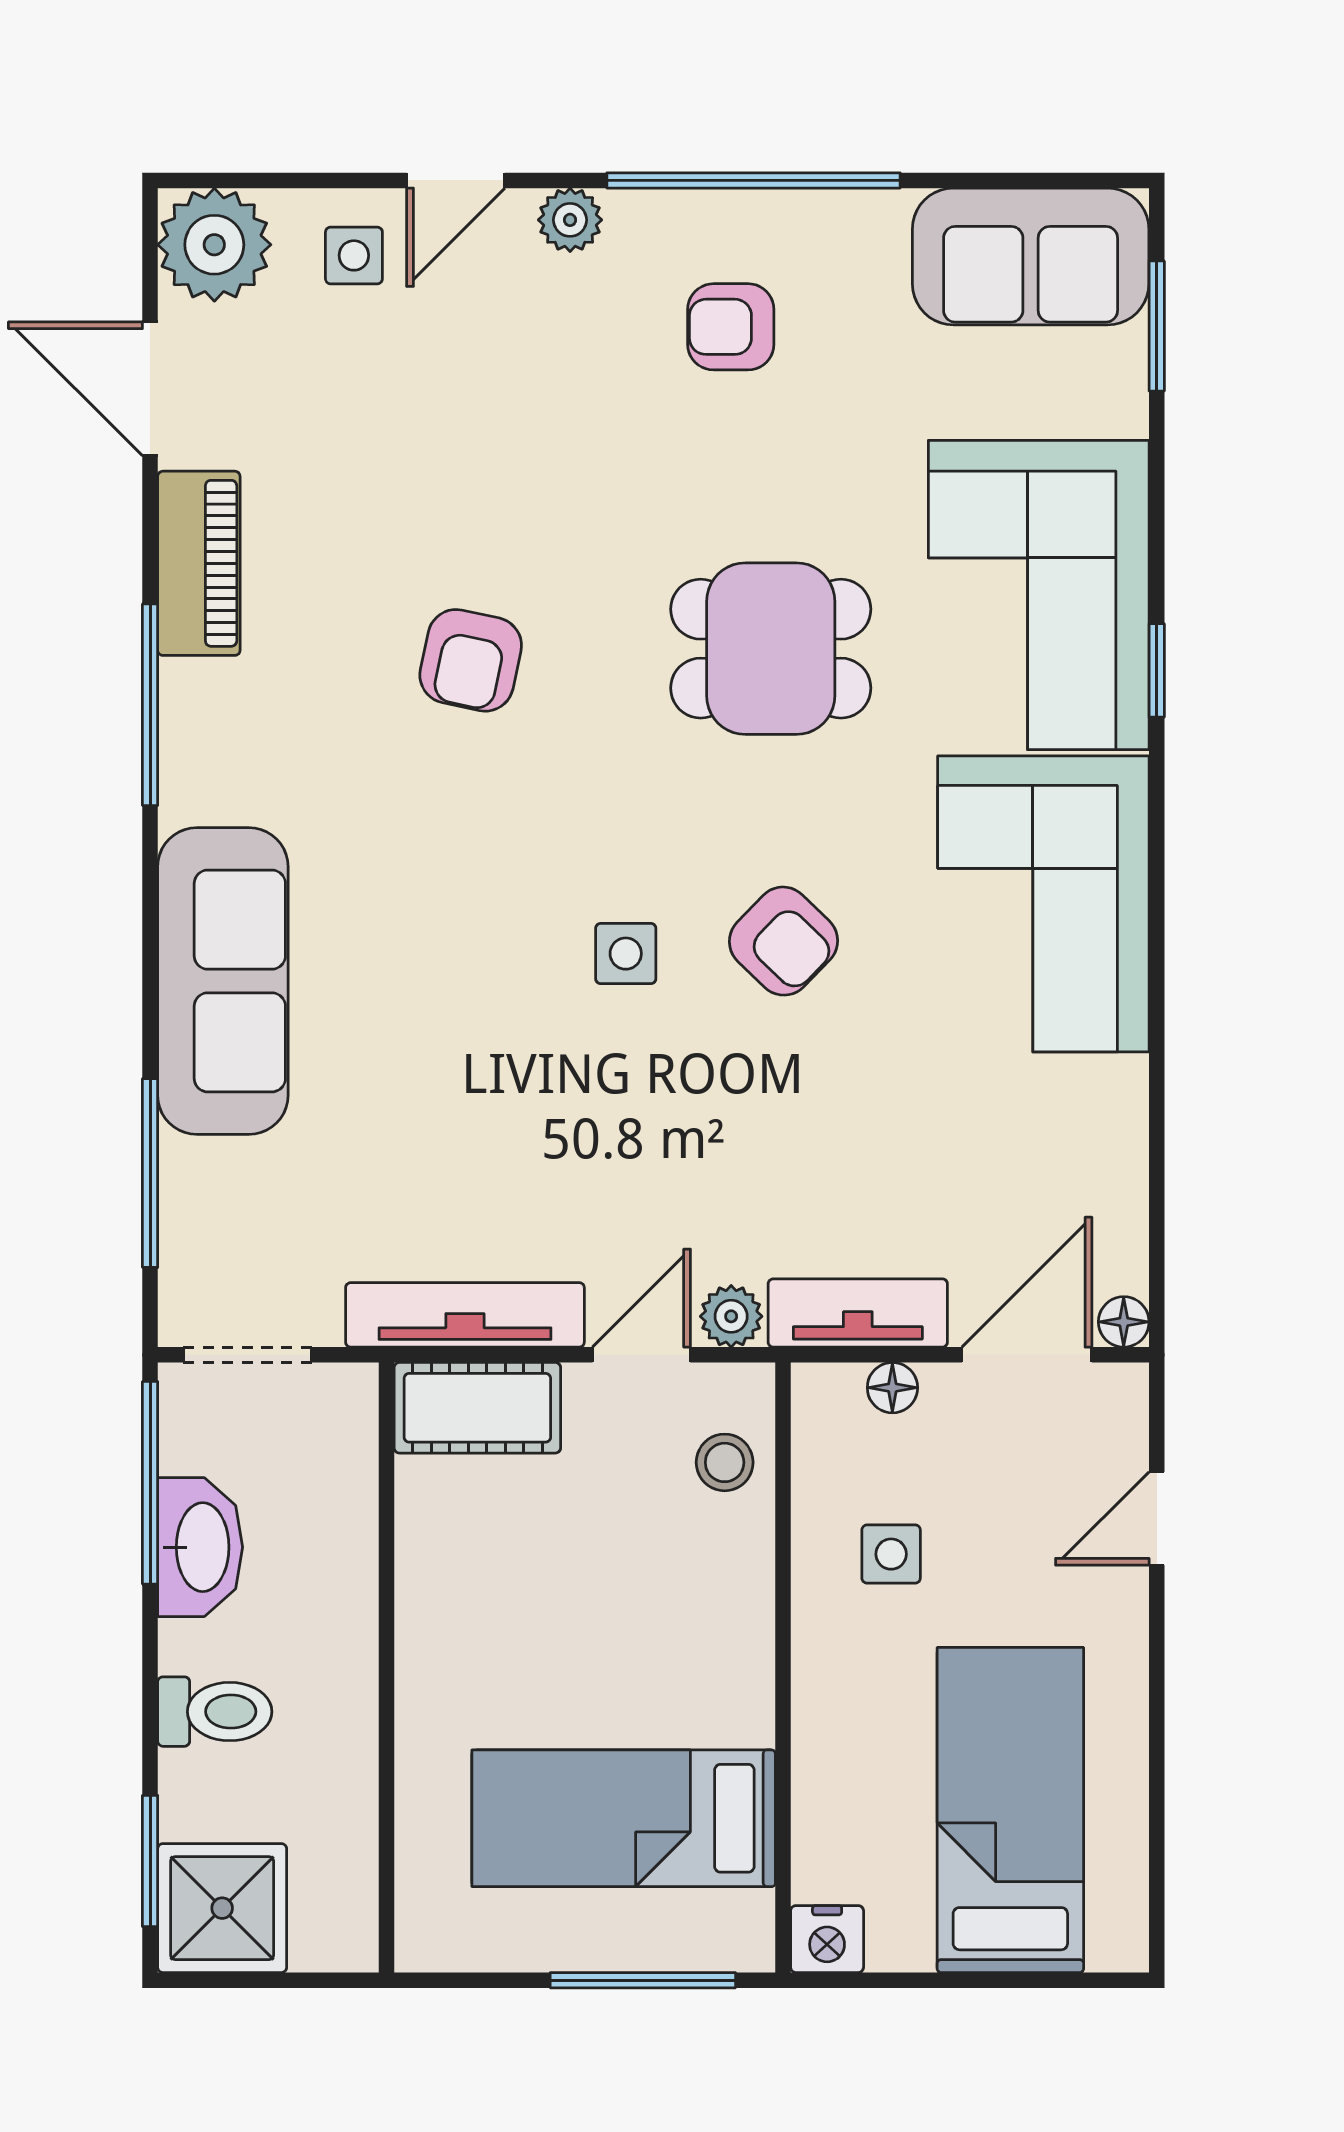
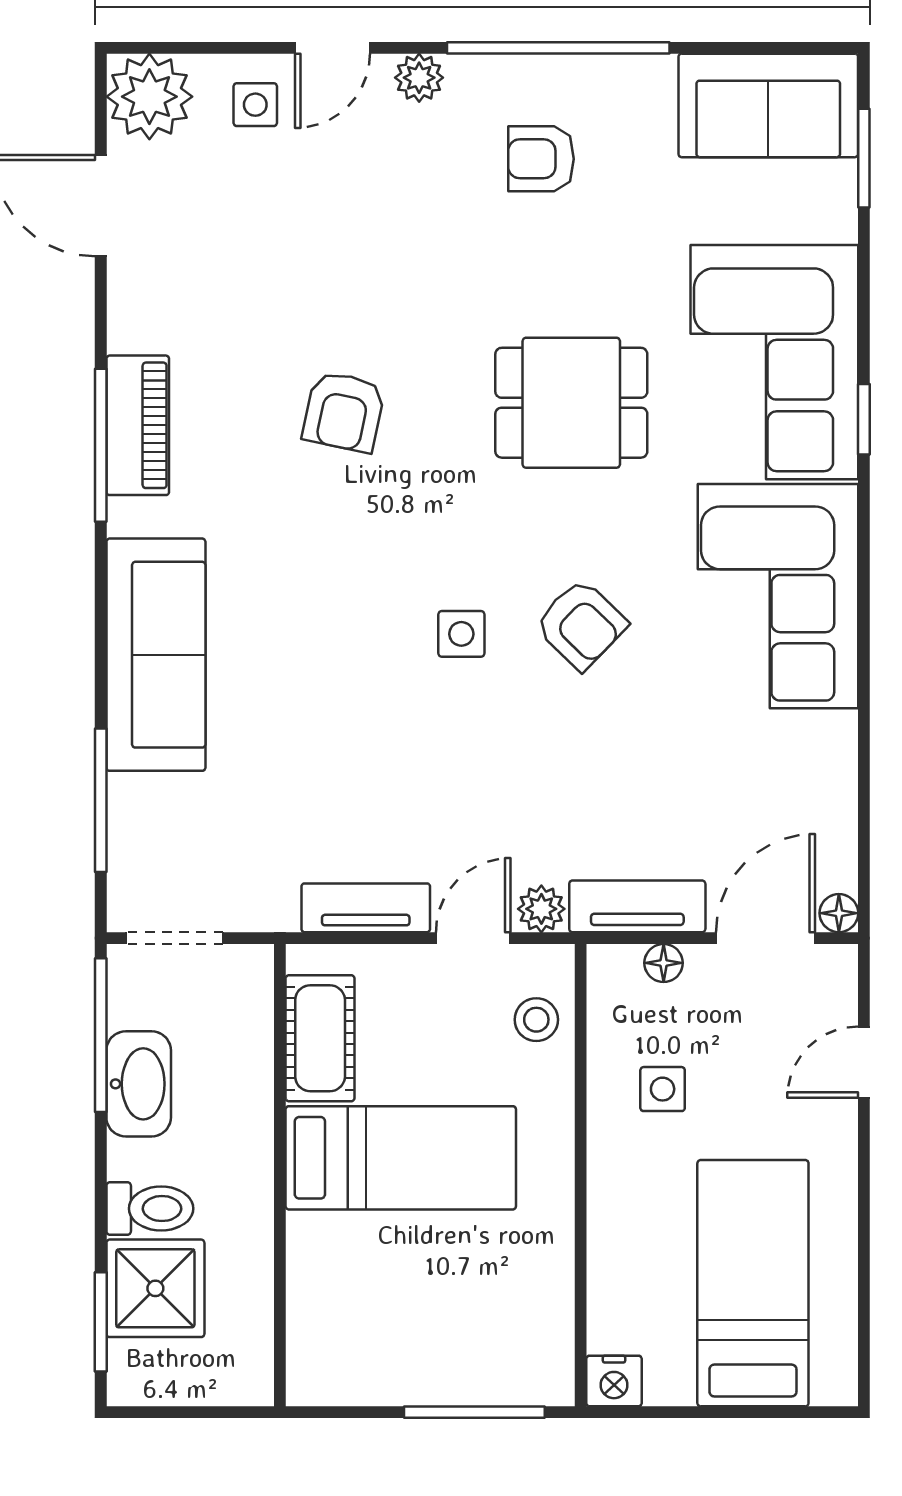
piano: (199, 563) -> (138, 425), moved
tv unit: (465, 1315) -> (366, 908), width x0.71
cot: (477, 1408) -> (320, 1038), moved, turned 90
bed: (624, 1818) -> (401, 1158), moved, turned 180
shower: (222, 1908) -> (155, 1288), moved

